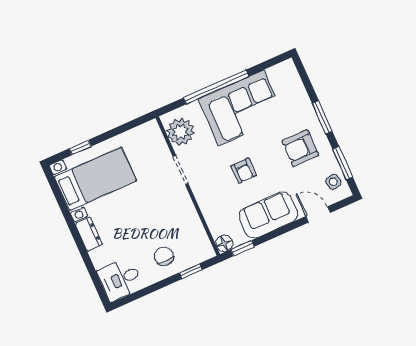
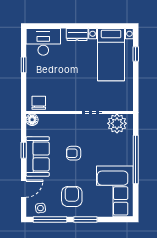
corner sofa: (241, 108) -> (115, 191), moved
window: (343, 163) -> (50, 220), width x1.44
window: (243, 248) -> (24, 150), moved
chair: (164, 256) -> (39, 103), moved, turned -90
window: (191, 271) -> (24, 65), moved
desk: (120, 279) -> (43, 42), width x1.37

